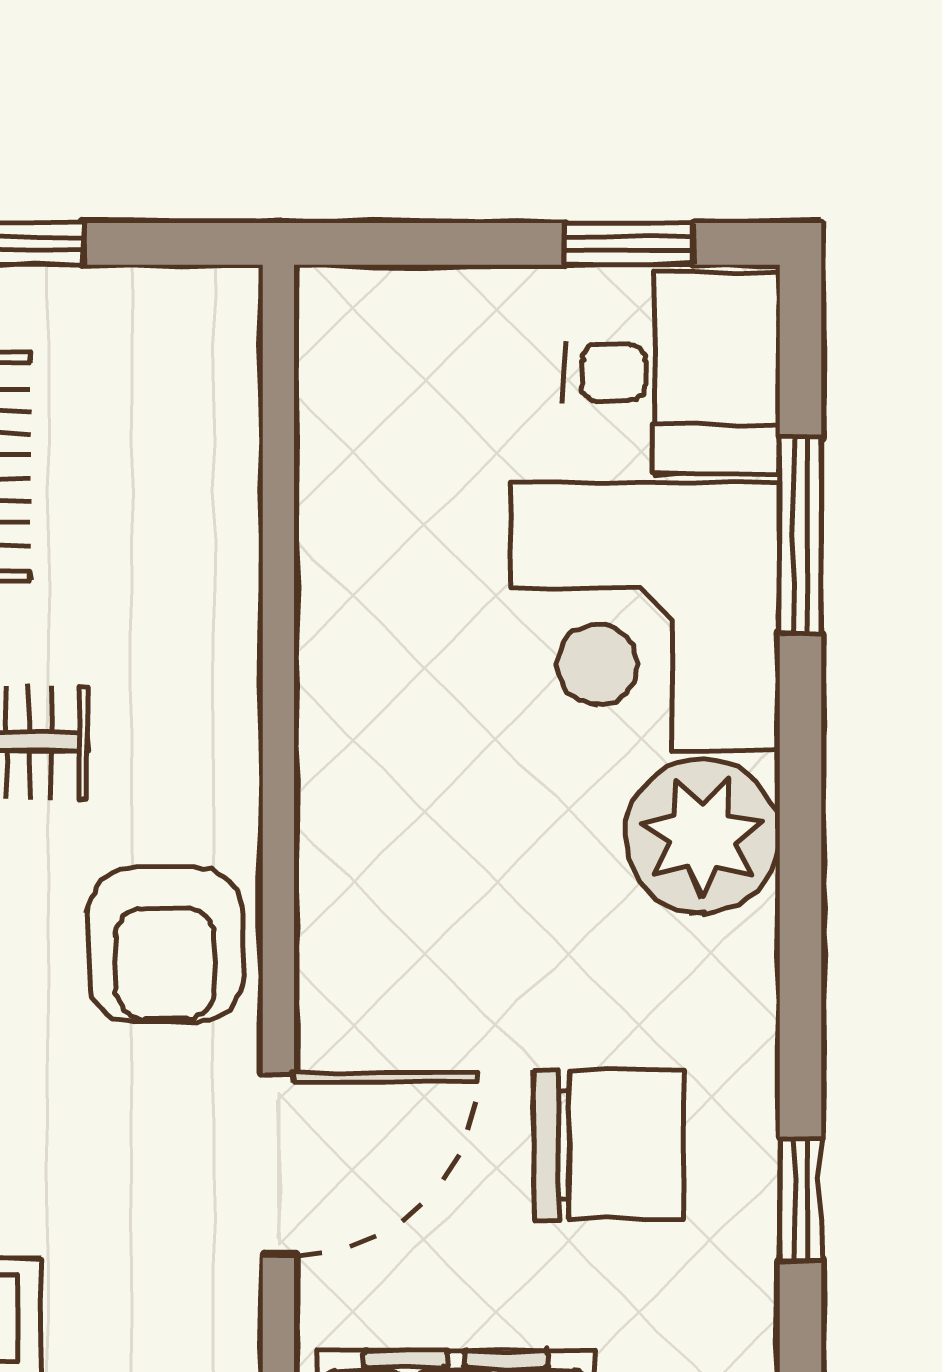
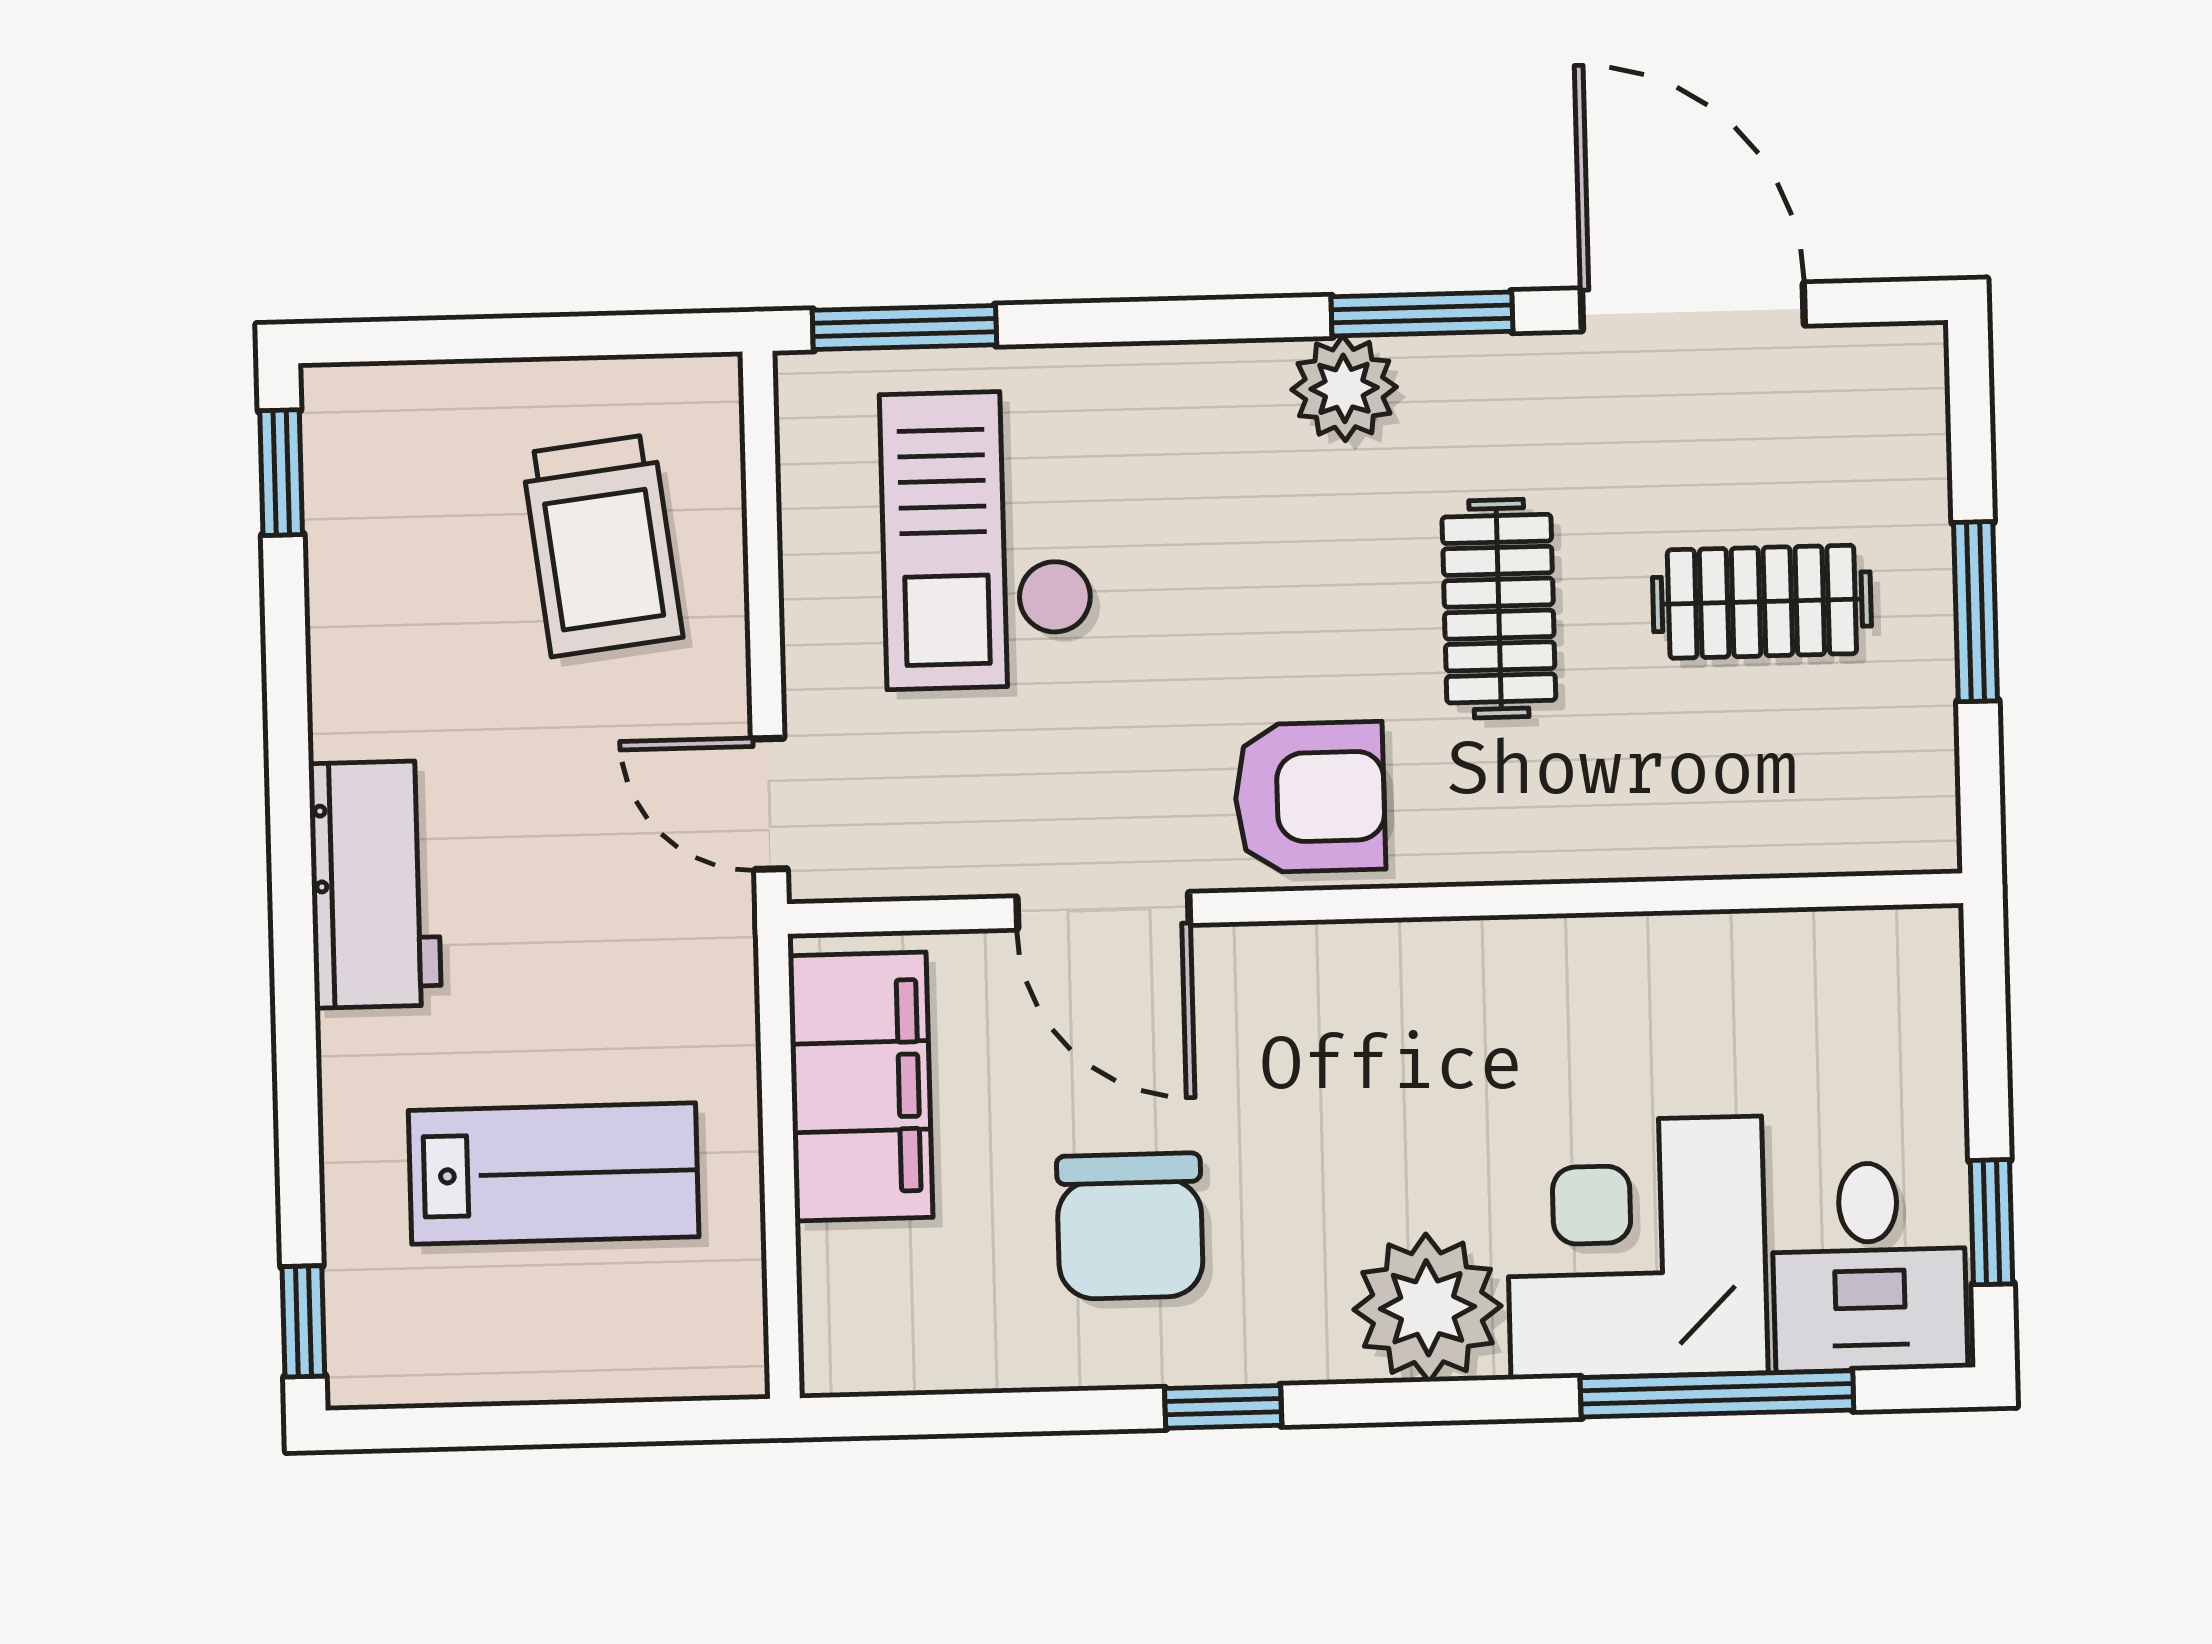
window: (801, 536) -> (1717, 1394), width x1.44
armchair: (165, 945) -> (1310, 797), turned 180
window: (801, 1200) -> (1223, 1407), moved

